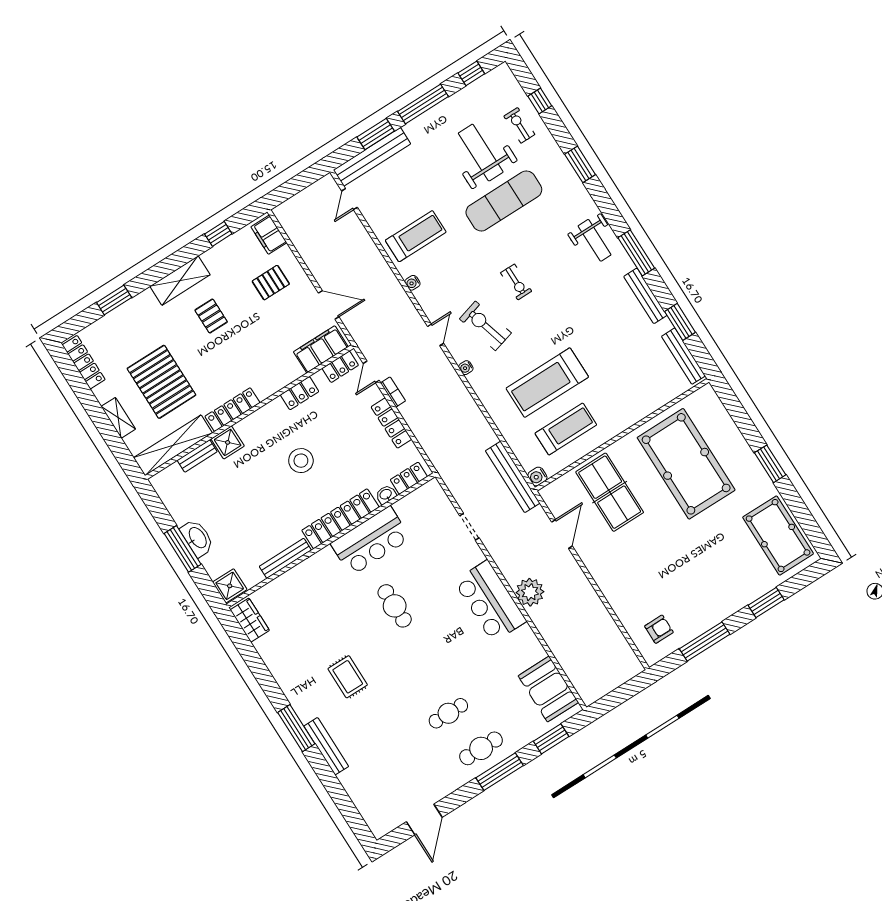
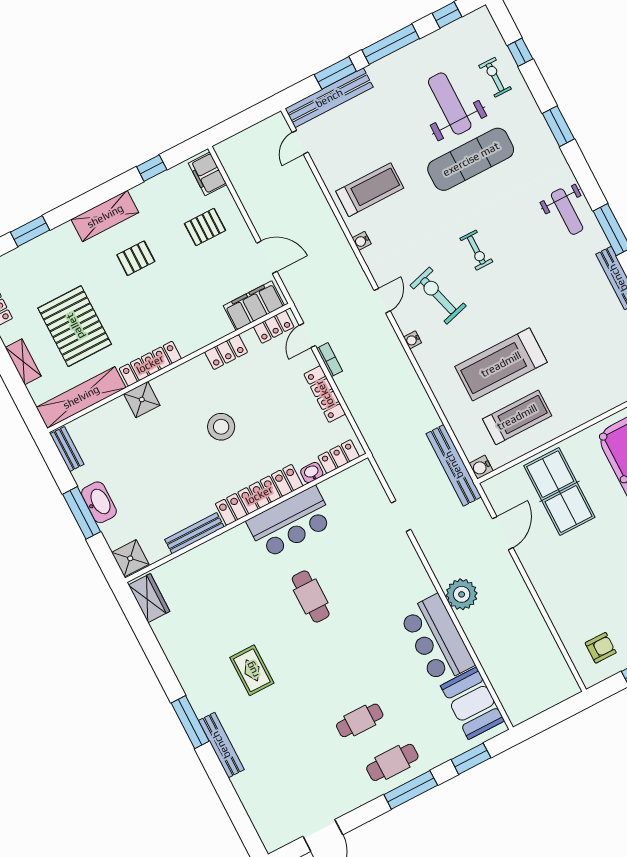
pallet: (211, 316) -> (136, 258), turned 90
bench: (197, 456) -> (67, 449), moved, turned 90
bar counter: (490, 601) -> (437, 639), moved

